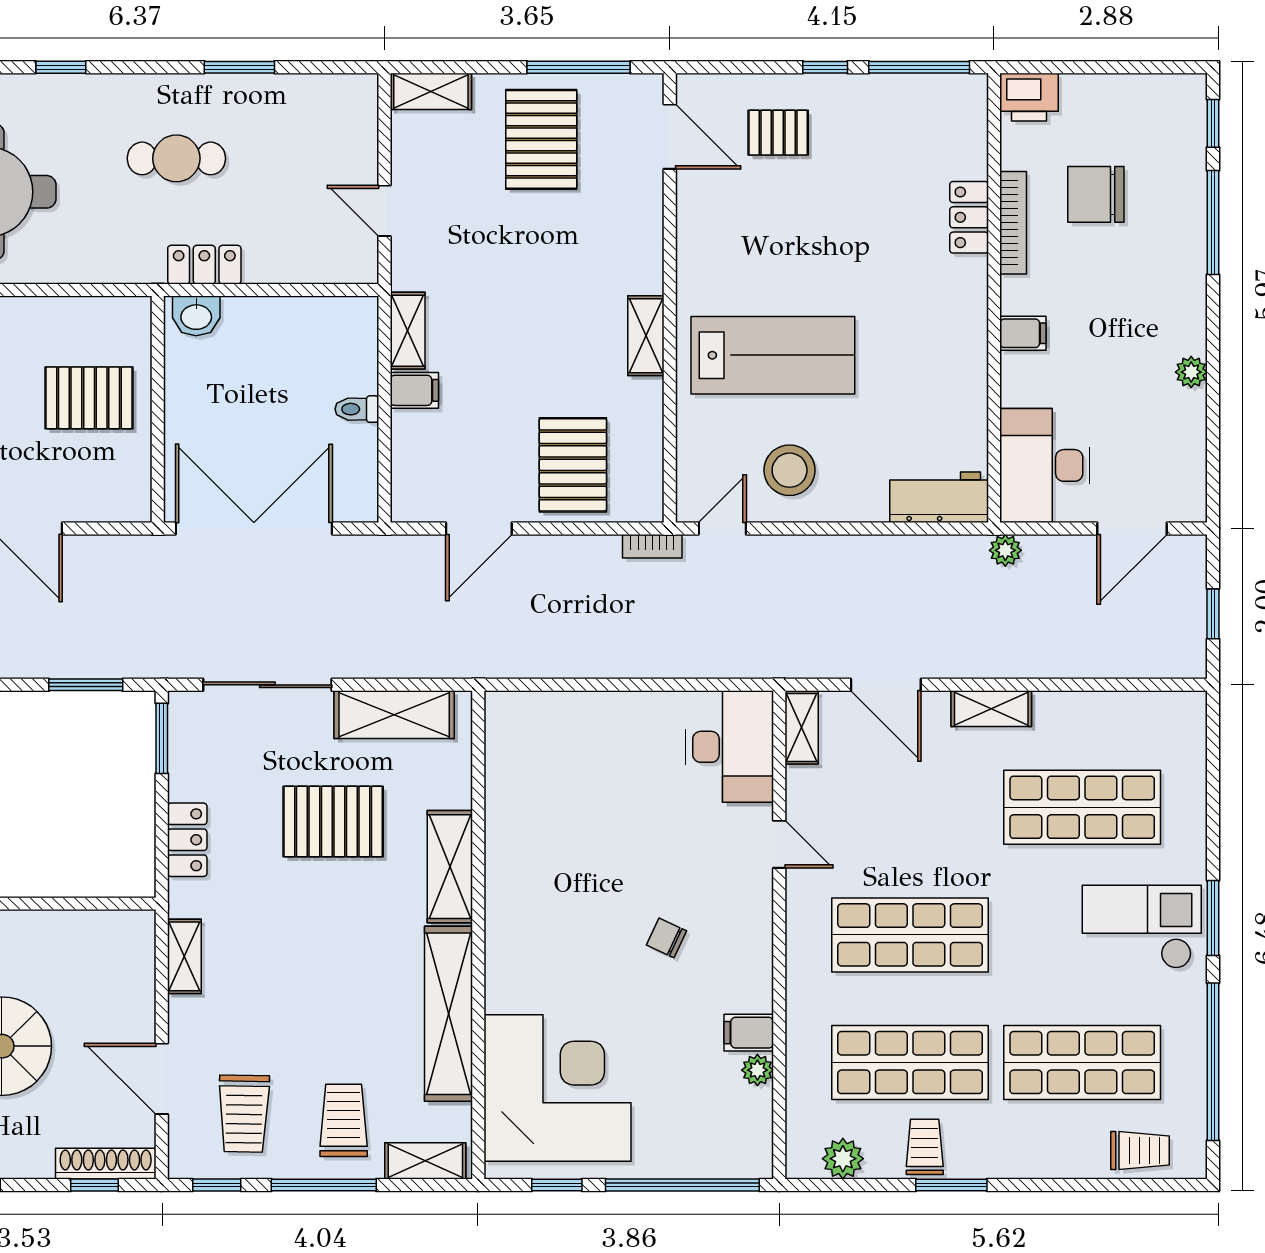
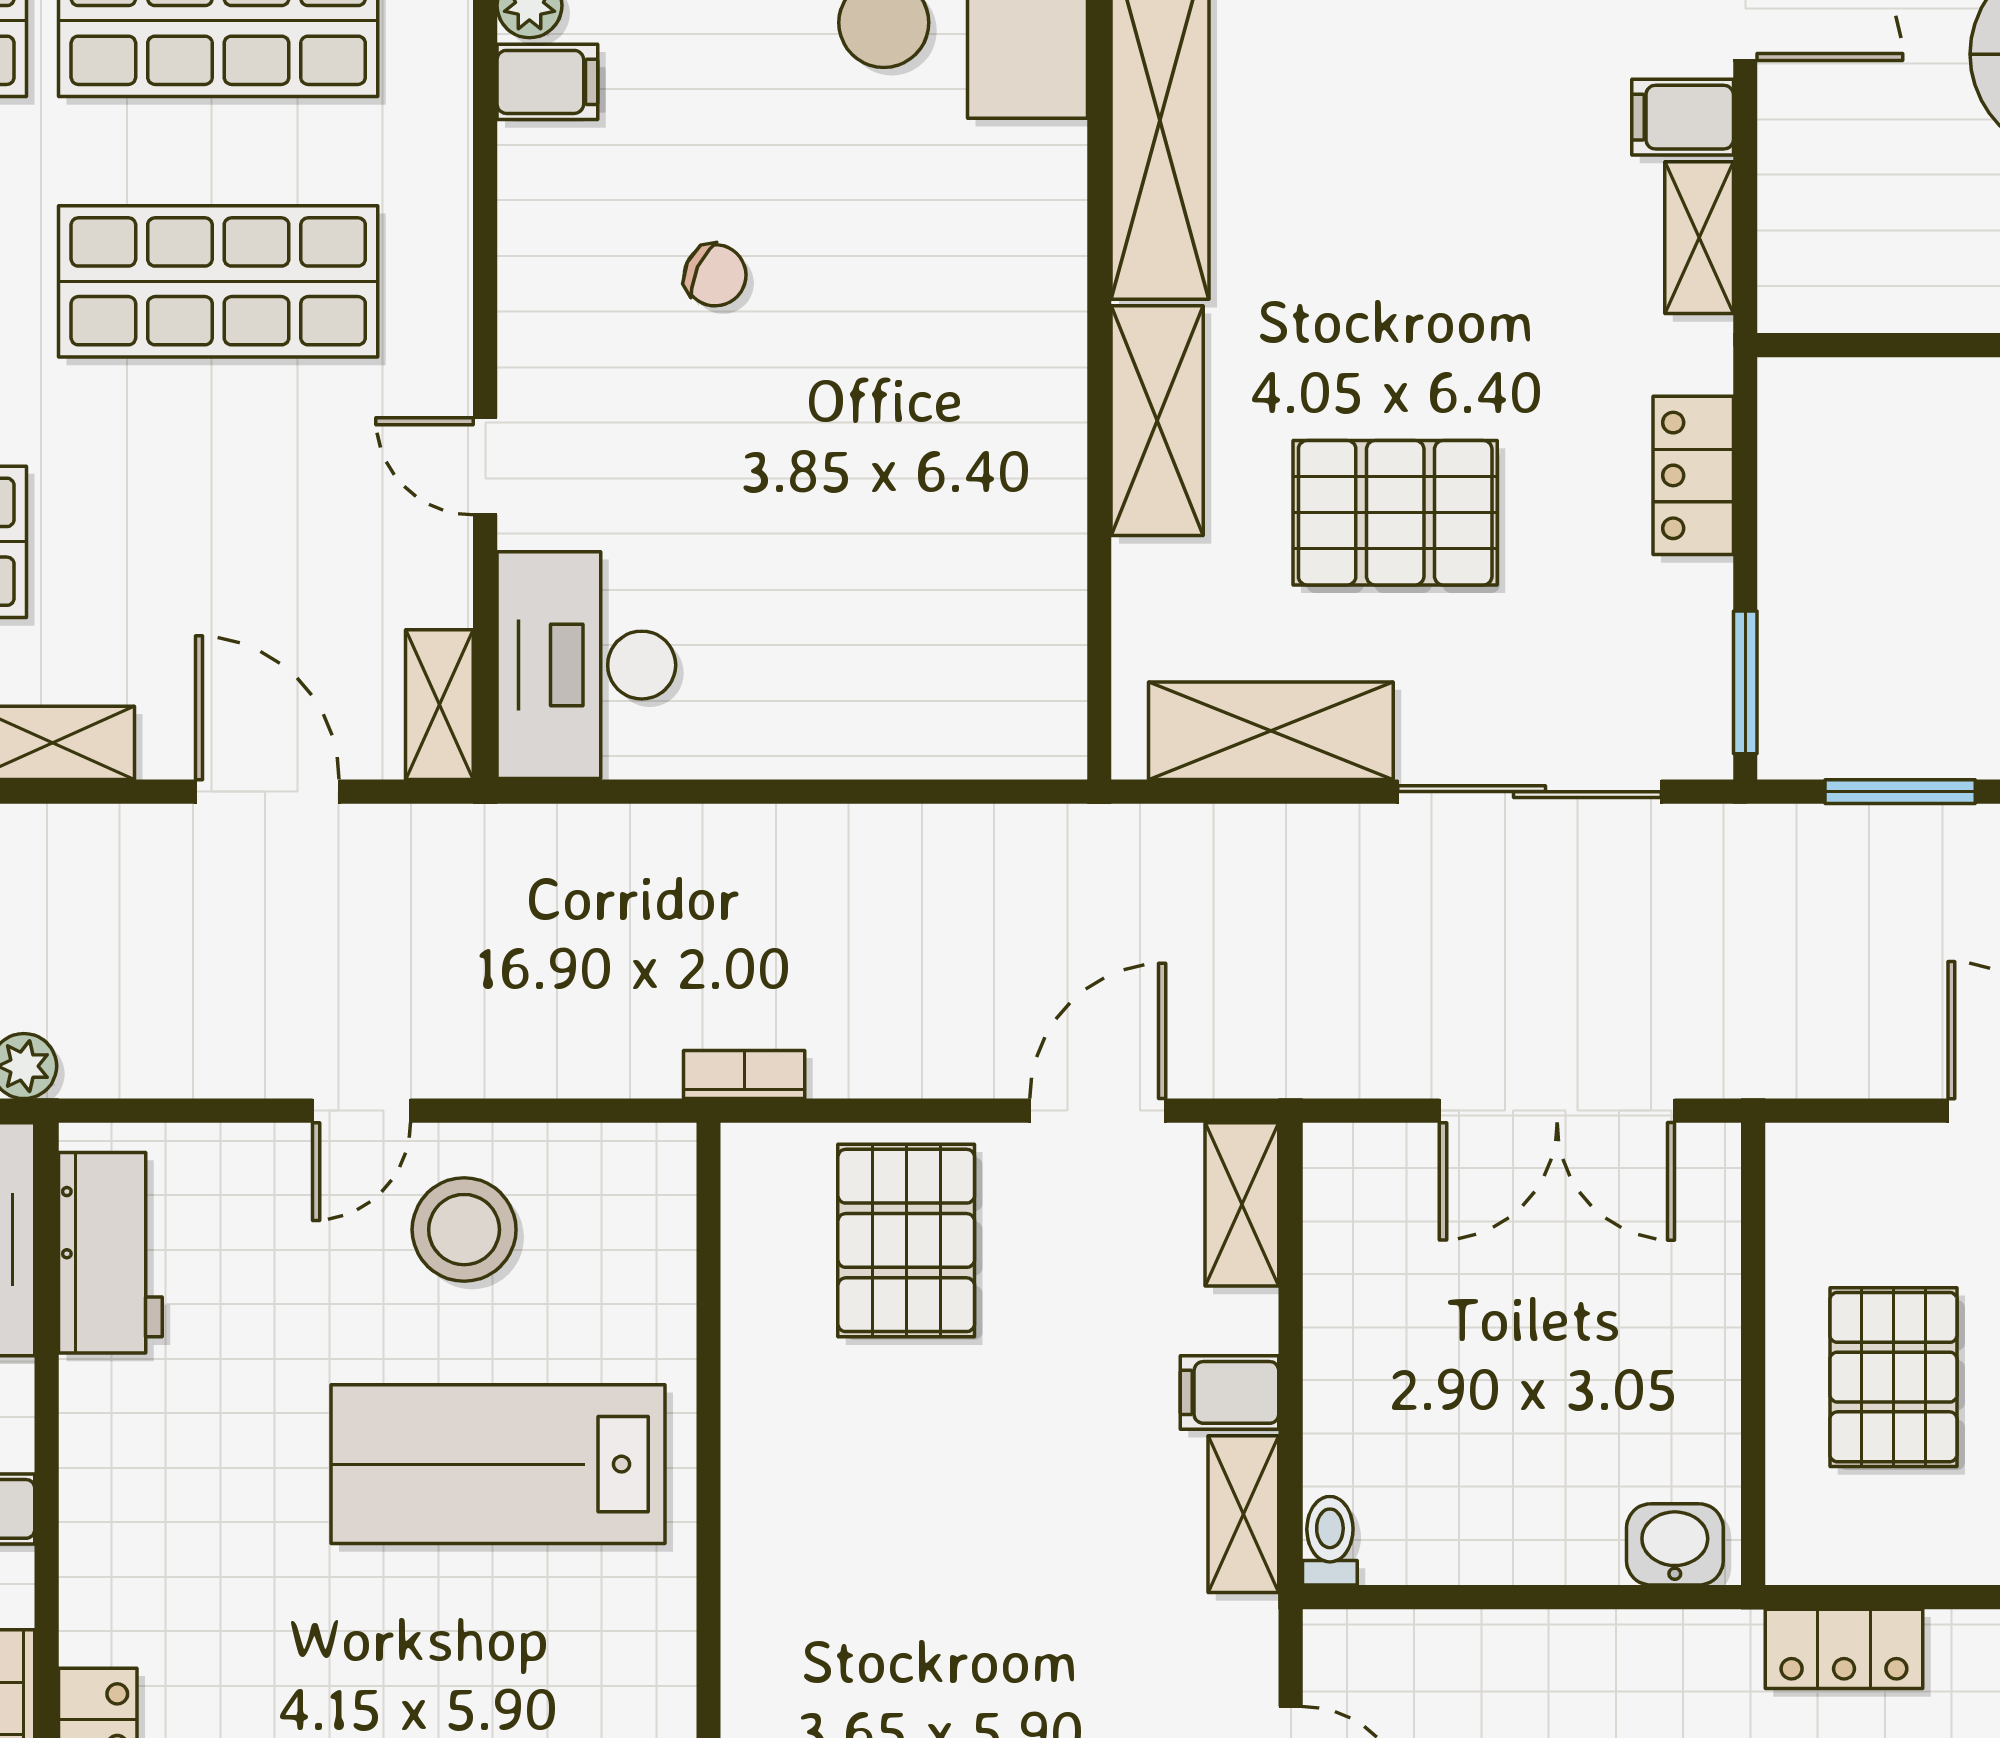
locker: (204, 265) -> (1844, 1649), moved
shelving: (646, 336) -> (1242, 1204), moved
pallet: (89, 398) -> (1893, 1377), turned 90
toilet: (357, 409) -> (1330, 1541), moved, turned -90
workbench: (939, 497) -> (110, 1253), moved, turned -90
double door: (254, 528) -> (1557, 1111), width x0.73
door: (722, 528) -> (361, 1111), moved
filing cabinet: (192, 1015) -> (1683, 117), added

